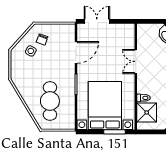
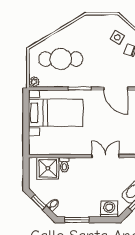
bed with nightstands: (105, 105) -> (56, 113), width x0.73
plant: (70, 125) -> (34, 82), added
window: (114, 132) -> (26, 132), removed

